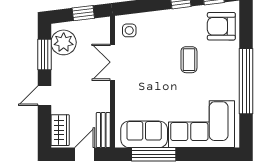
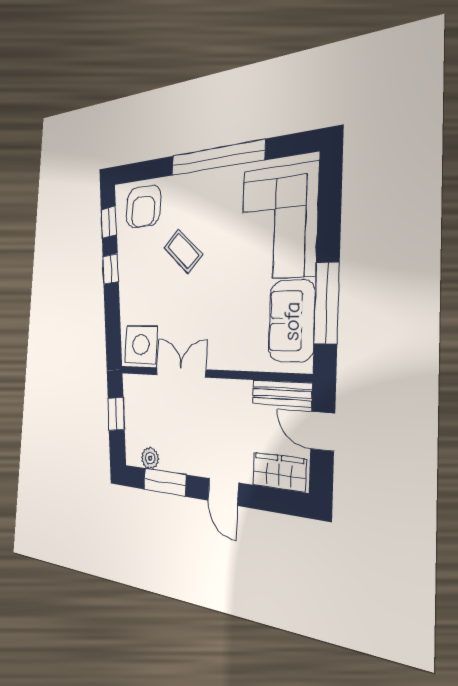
side table: (129, 30) -> (141, 345), width x1.87, depth x1.87
plant: (64, 42) -> (150, 458), width x0.53, depth x0.53
coffee table: (189, 60) -> (183, 251), turned 43
double door: (112, 62) -> (181, 372), swing flipped

